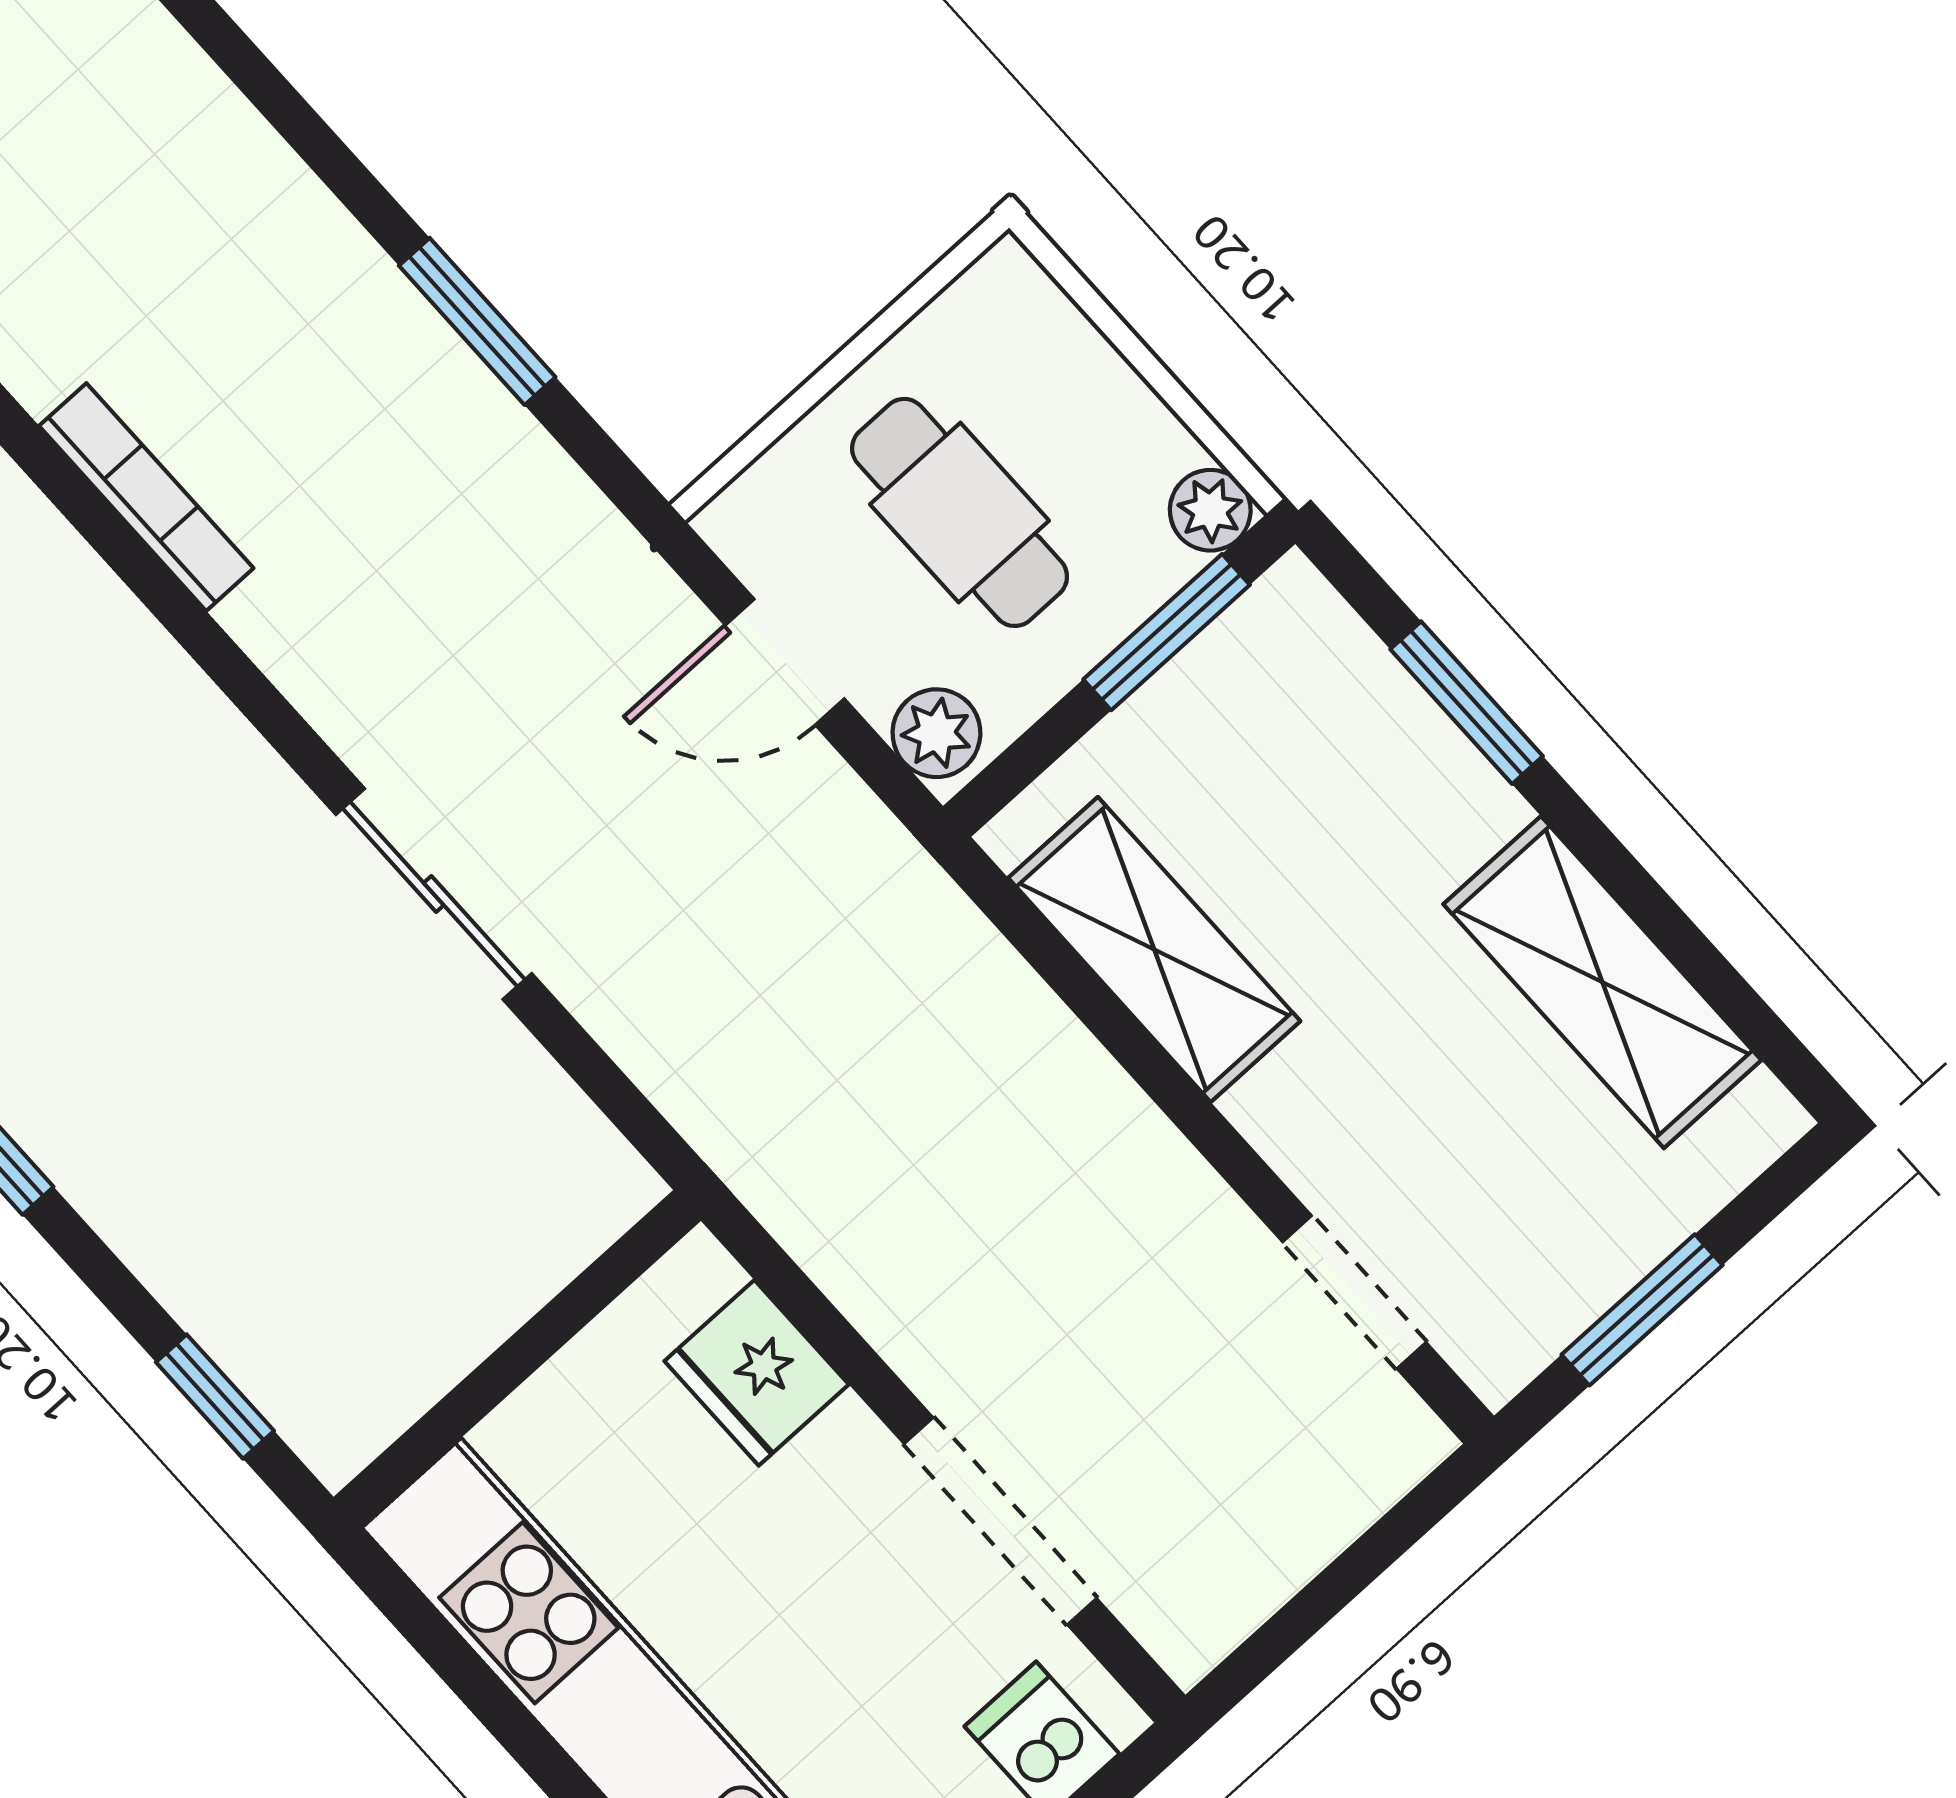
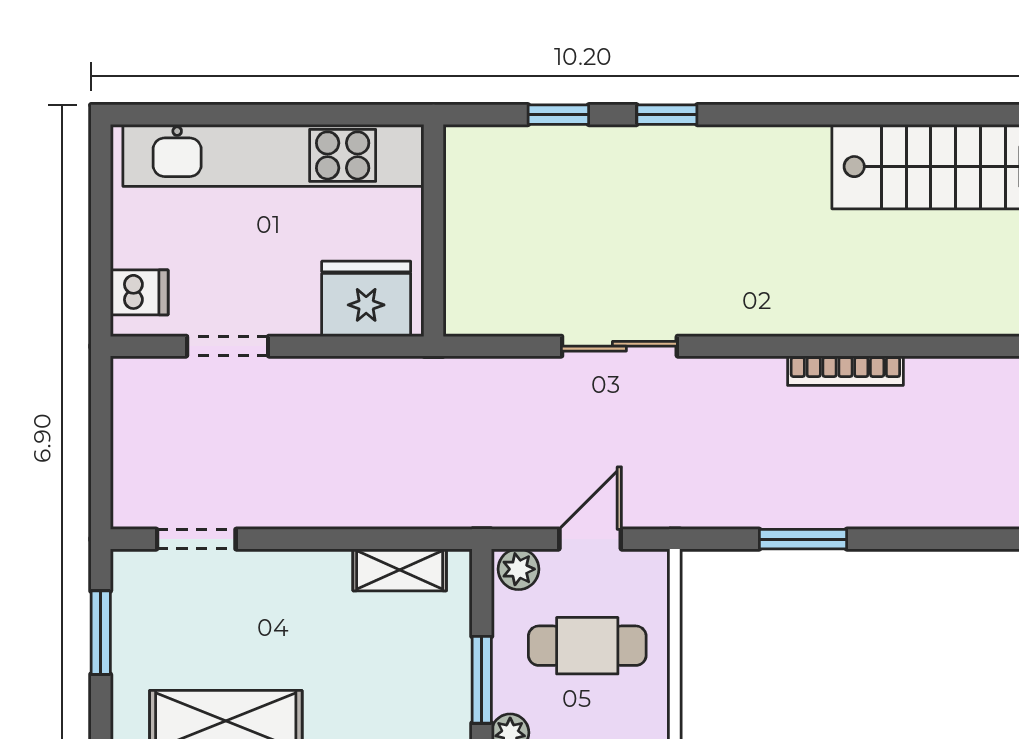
shelving: (1154, 950) -> (400, 570), width x0.67, depth x0.75
fridge: (757, 1373) -> (366, 299), width x1.36, depth x1.34
window: (215, 1397) -> (558, 115), moved
doorway: (1000, 1521) -> (228, 346), width x0.73

